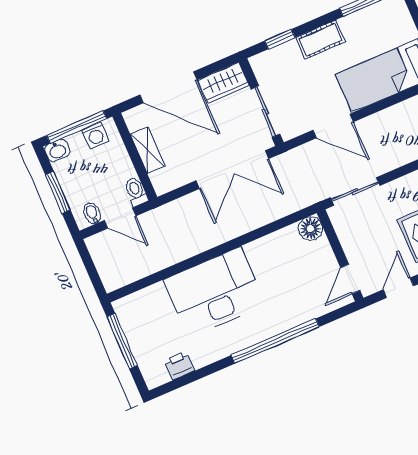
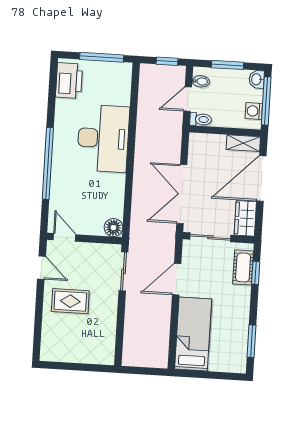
cot: (320, 40) -> (243, 267), moved
shelving: (148, 150) -> (243, 143), moved
window: (89, 264) -> (167, 61), added
printer: (179, 366) -> (69, 81), width x1.87, depth x1.48

